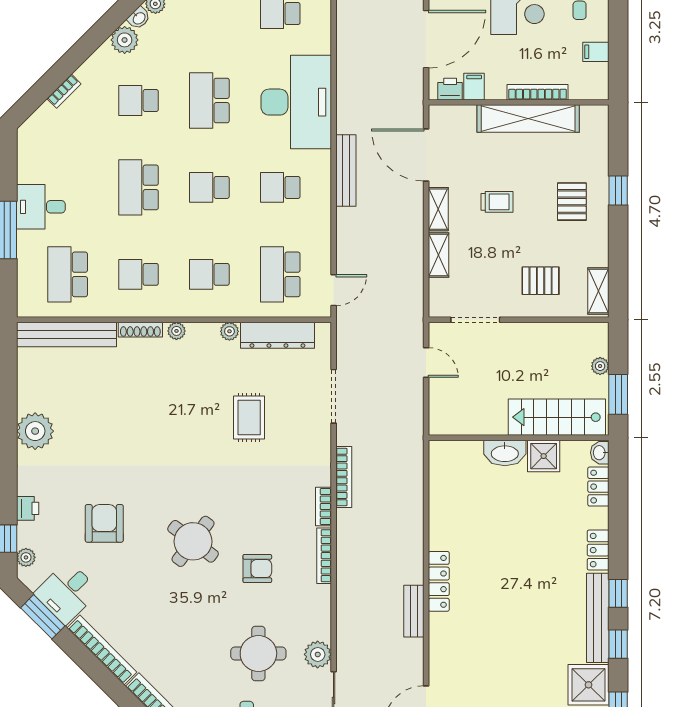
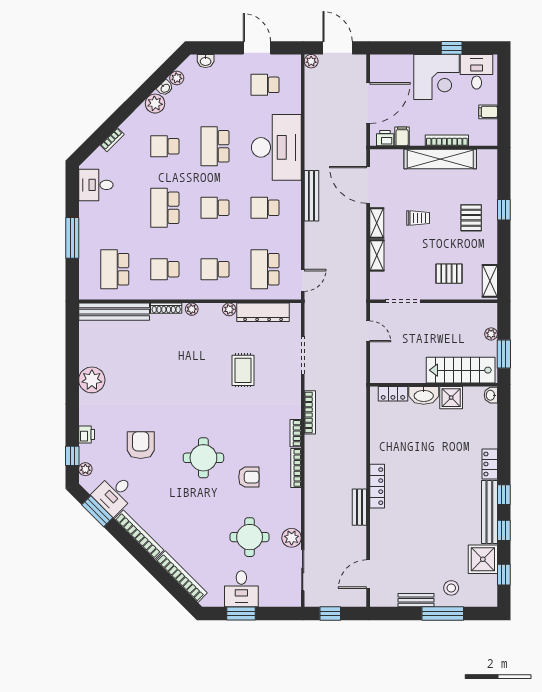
desk: (41, 207) -> (96, 185), moved
locker: (598, 487) -> (393, 394), moved, turned -90
round table: (193, 541) -> (203, 458), turned -37

